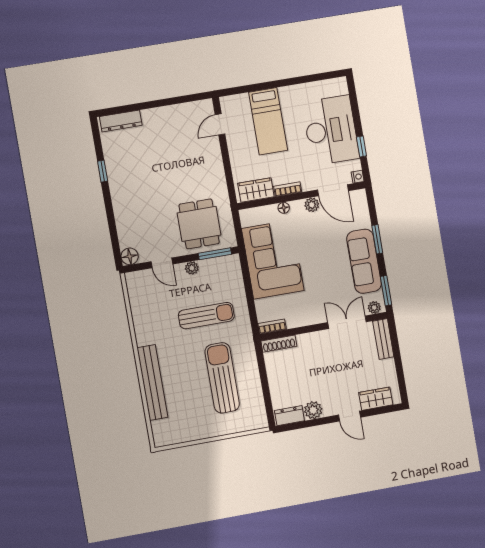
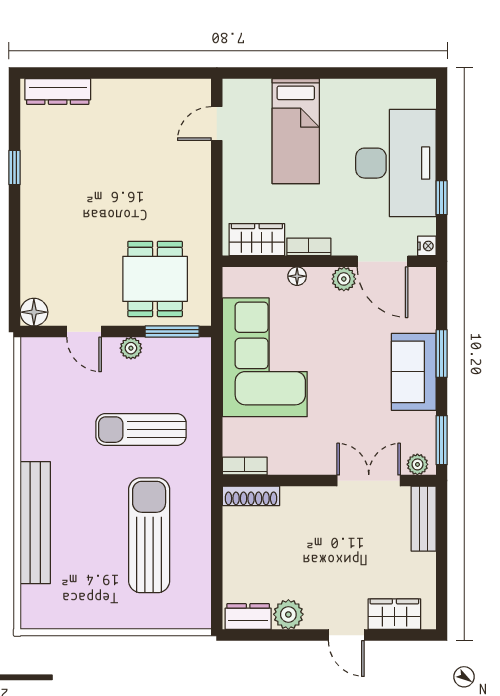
sofa: (364, 261) -> (414, 372), width x0.73
sun lounger: (206, 316) -> (141, 430), turned 180

